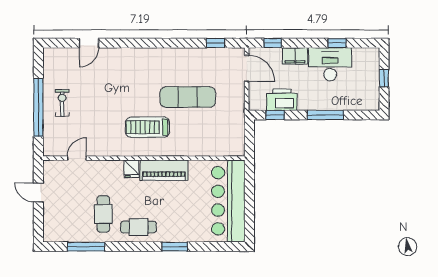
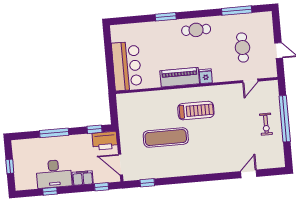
printer: (282, 100) -> (105, 141), moved
bar counter: (228, 201) -> (127, 66), width x0.73
cafe table: (103, 214) -> (242, 48), moved

